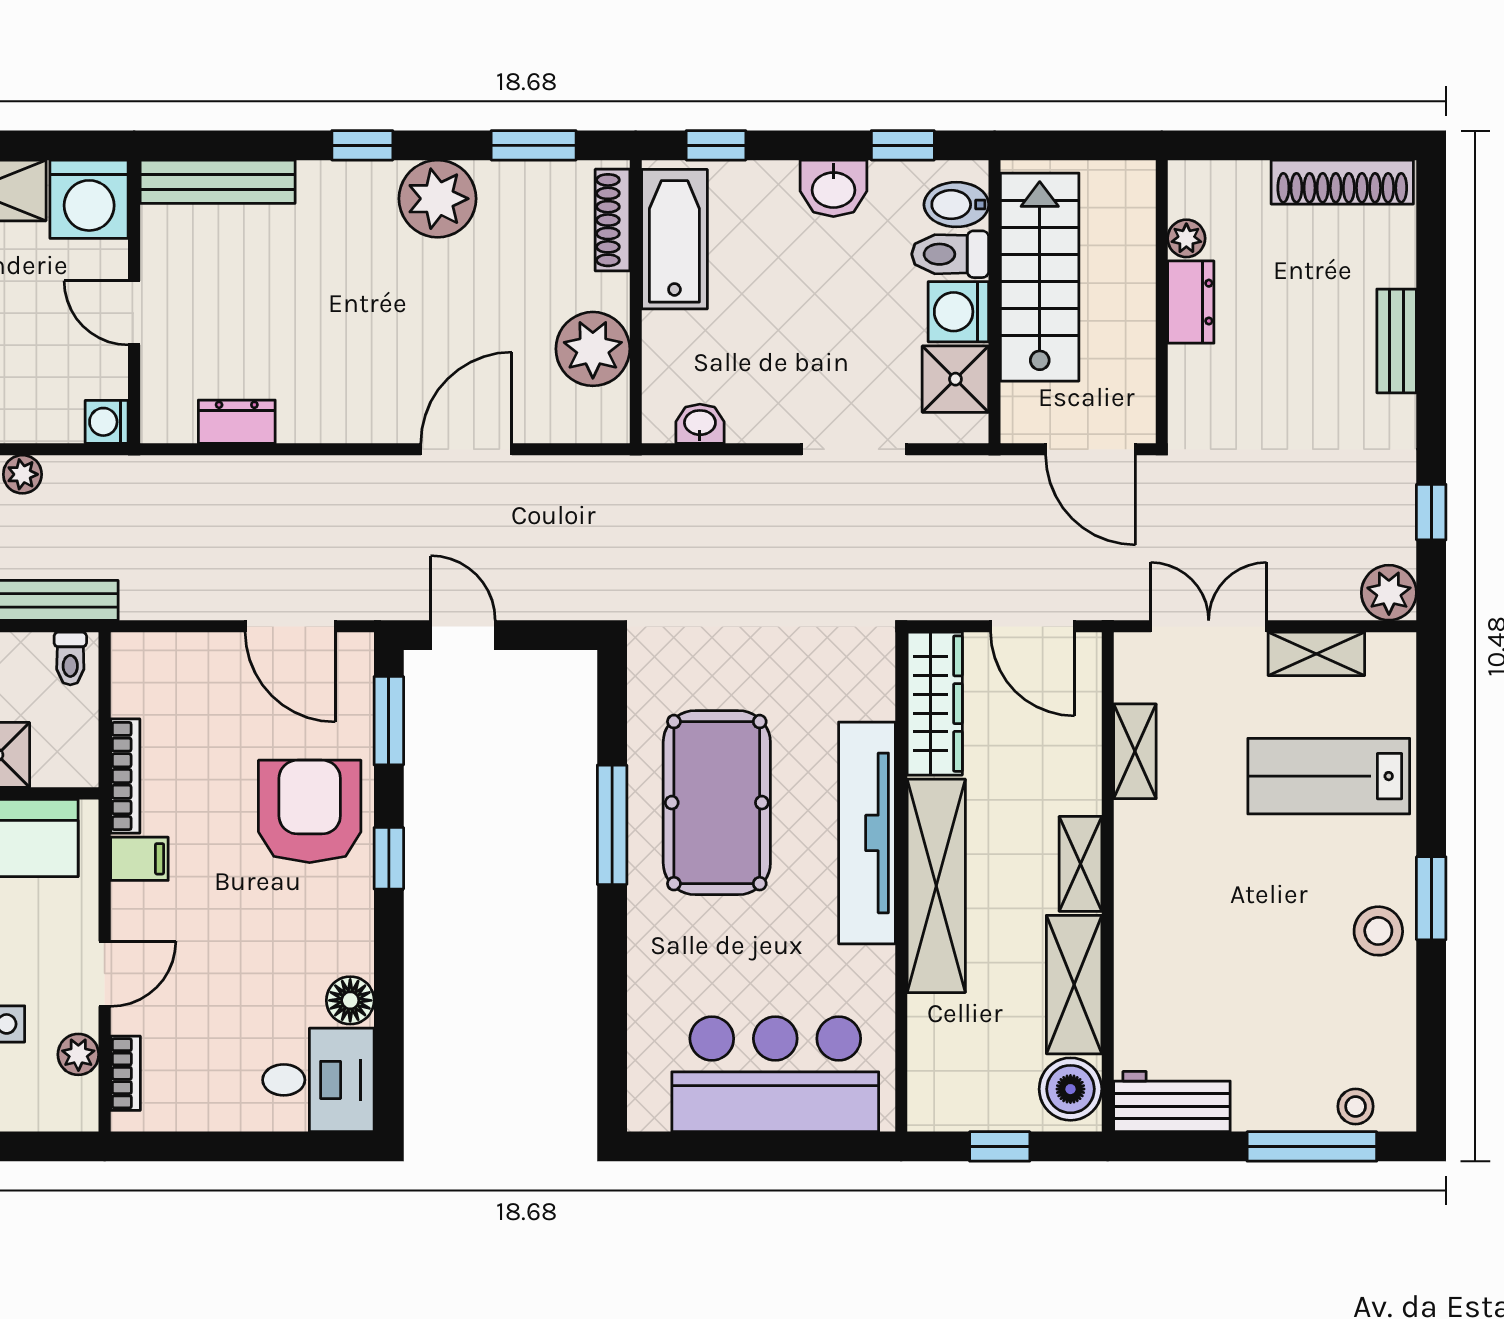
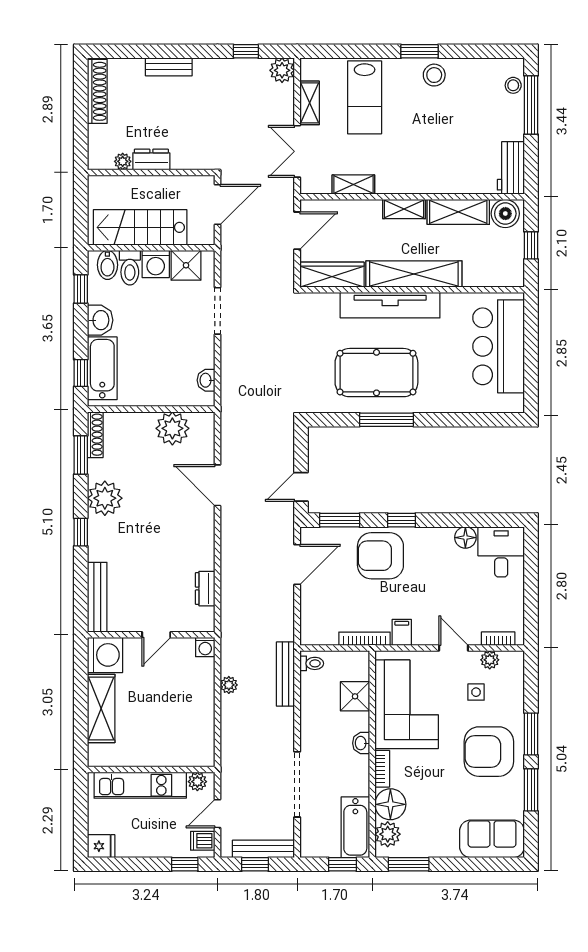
shoe rack: (612, 220) -> (95, 435), moved, turned -90
bathtub: (674, 239) -> (102, 368), moved, turned 90

